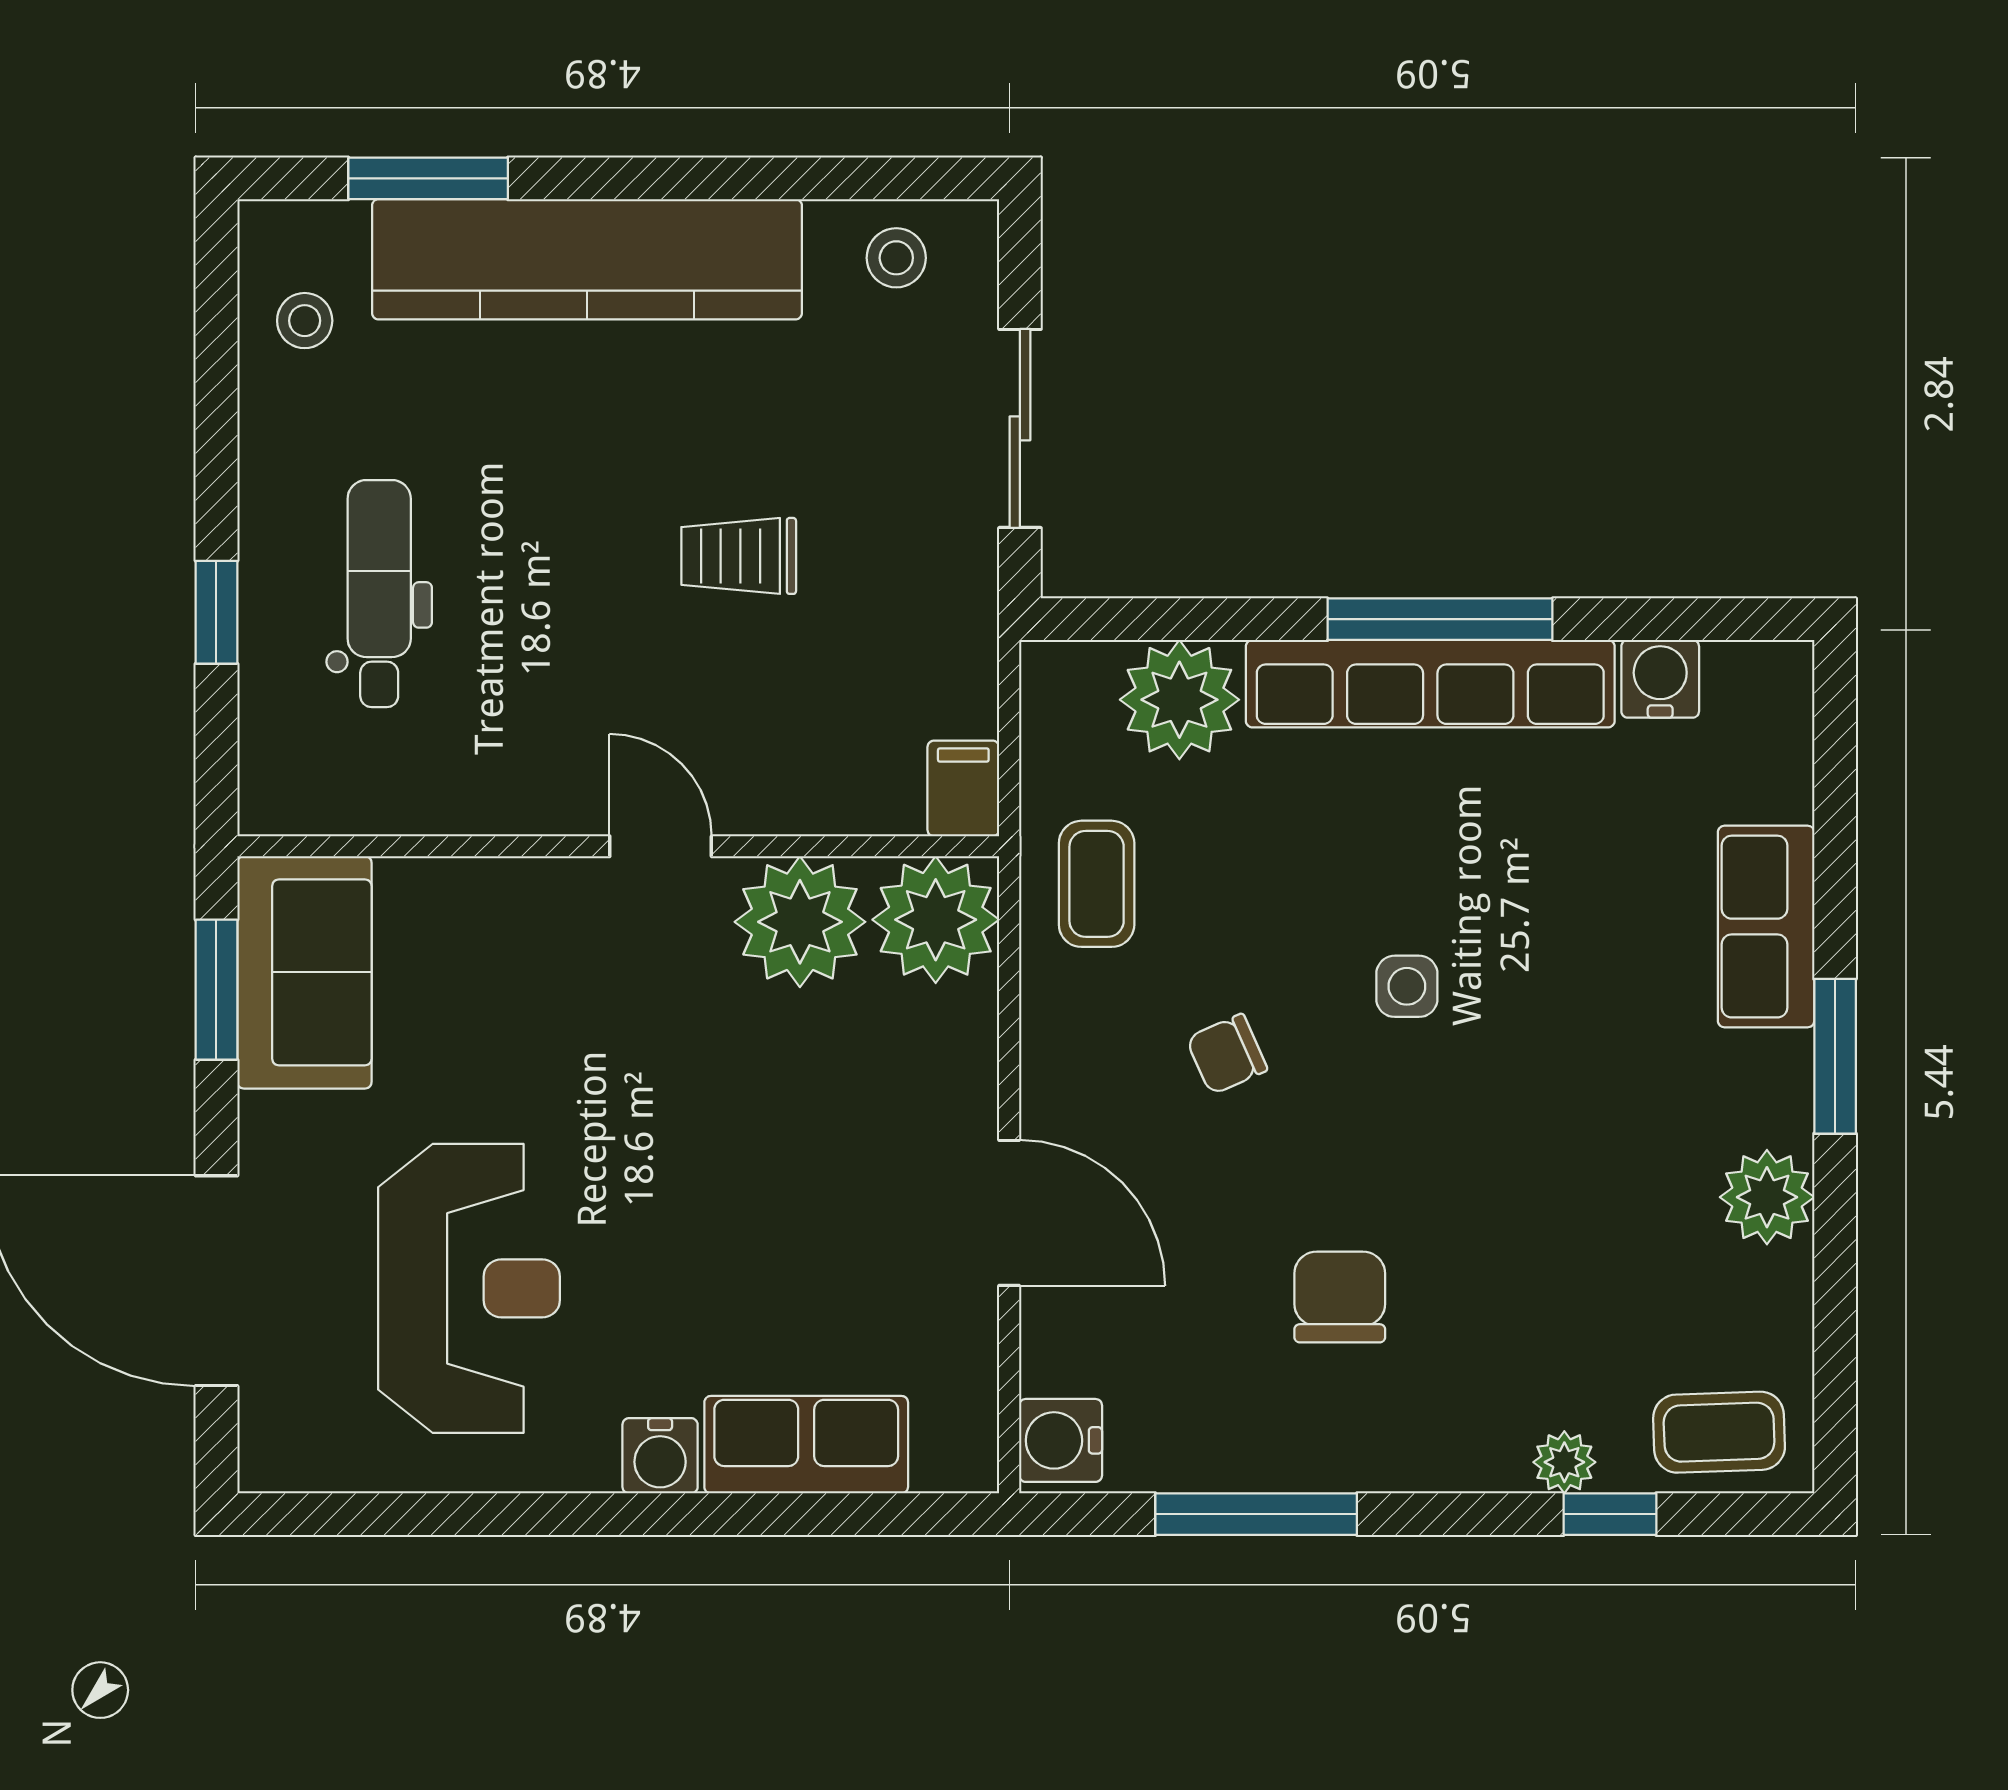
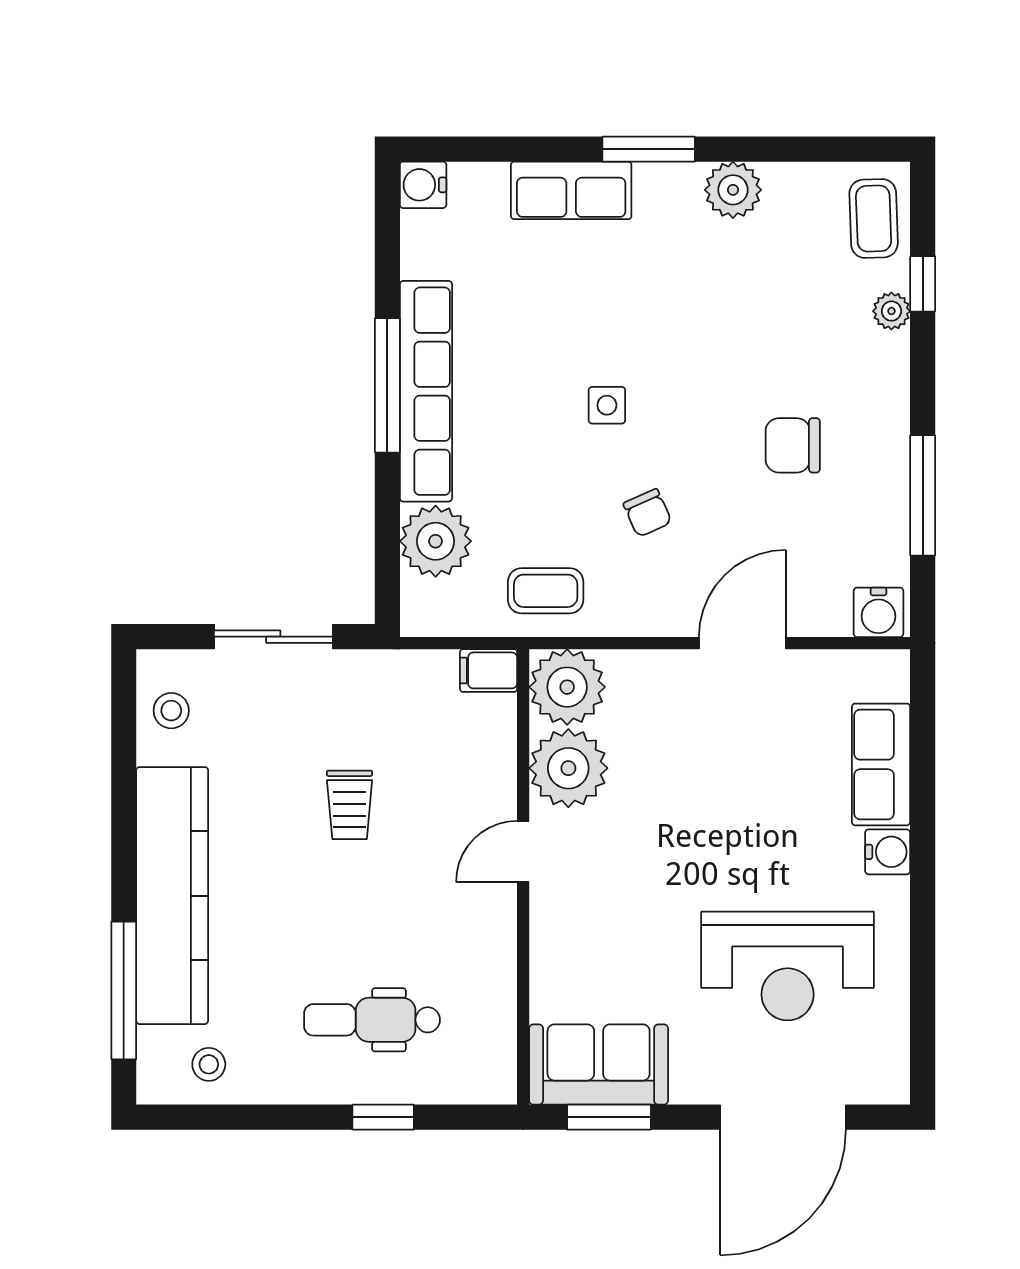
window: (428, 178) -> (124, 991), width x1.44
water cooler: (1660, 679) -> (423, 185), moved
reception desk: (469, 1288) -> (788, 966), turned 180

